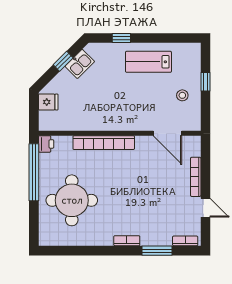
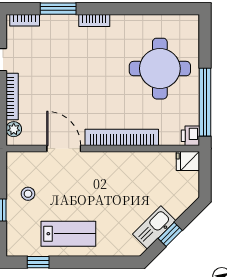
window: (121, 38) -> (38, 262), moved
kitchen sink: (80, 64) -> (154, 227), width x1.38
fridge: (48, 102) -> (188, 161), moved
door: (167, 133) -> (64, 149), moved
plant: (194, 150) -> (14, 129), added

